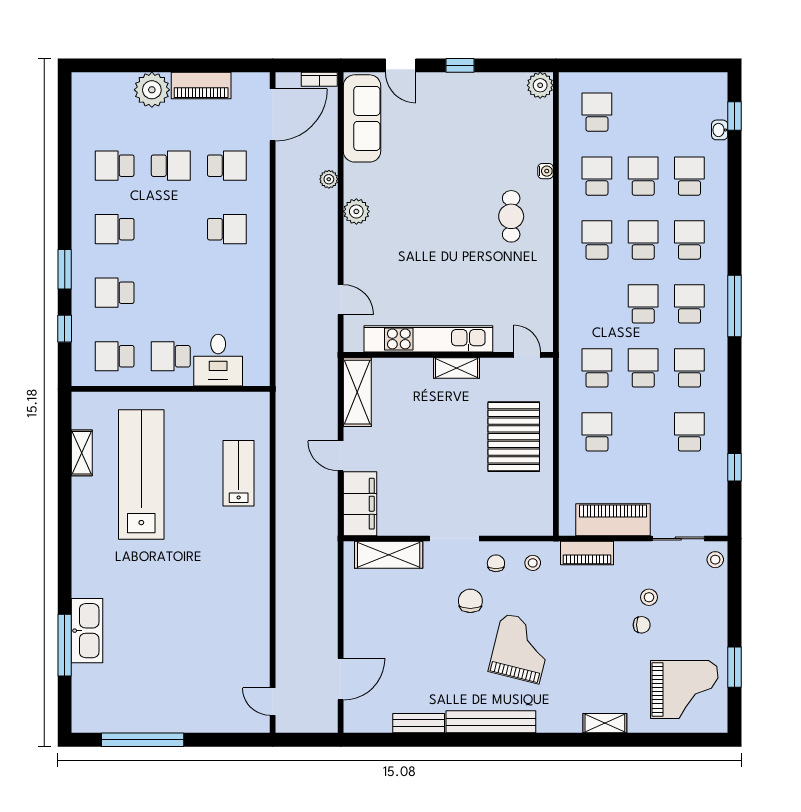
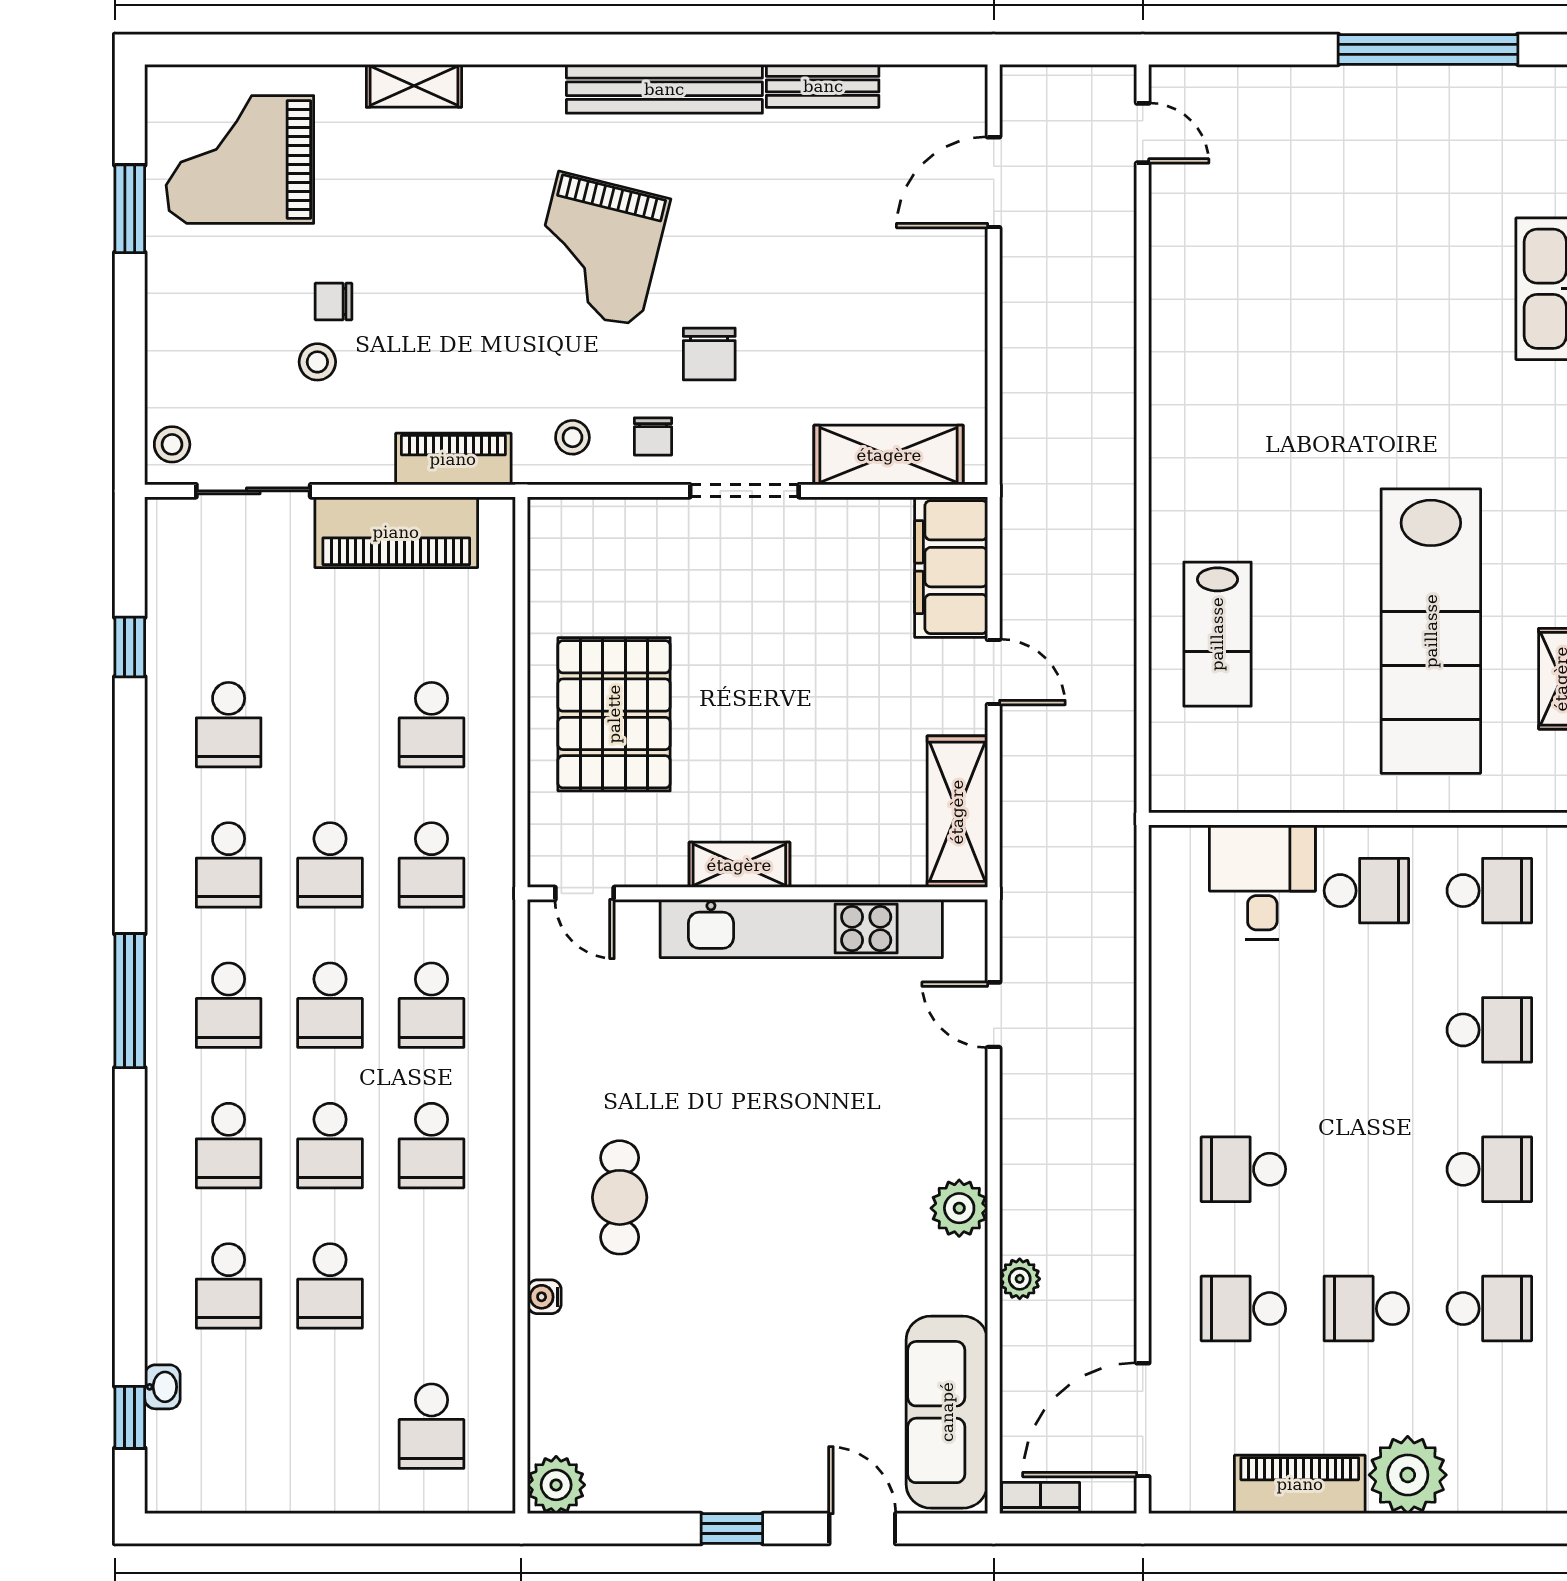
school desk: (597, 176) -> (431, 1005), moved

